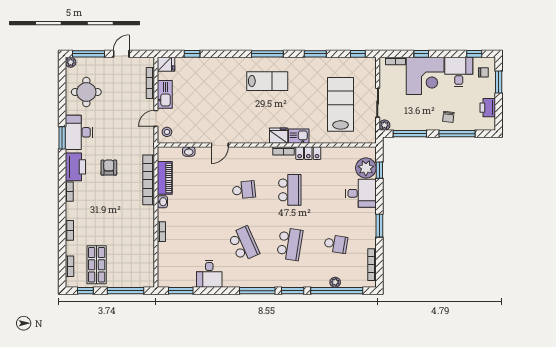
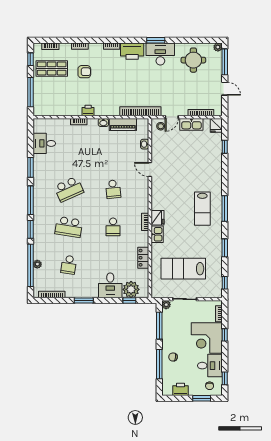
lab bench: (341, 104) -> (183, 269), turned 180
door: (156, 118) -> (172, 117), swing flipped
locker: (308, 153) -> (143, 258), moved
armchair: (109, 168) -> (84, 72), moved
bookcase: (149, 180) -> (140, 111), moved
school desk: (290, 190) -> (113, 227), width x0.54
printer: (148, 220) -> (88, 111), added
desk: (209, 274) -> (44, 143), moved
window: (181, 291) -> (30, 167), moved

